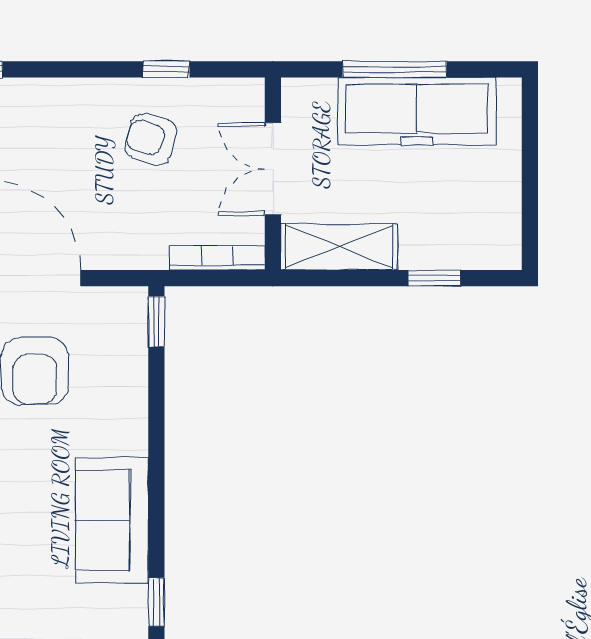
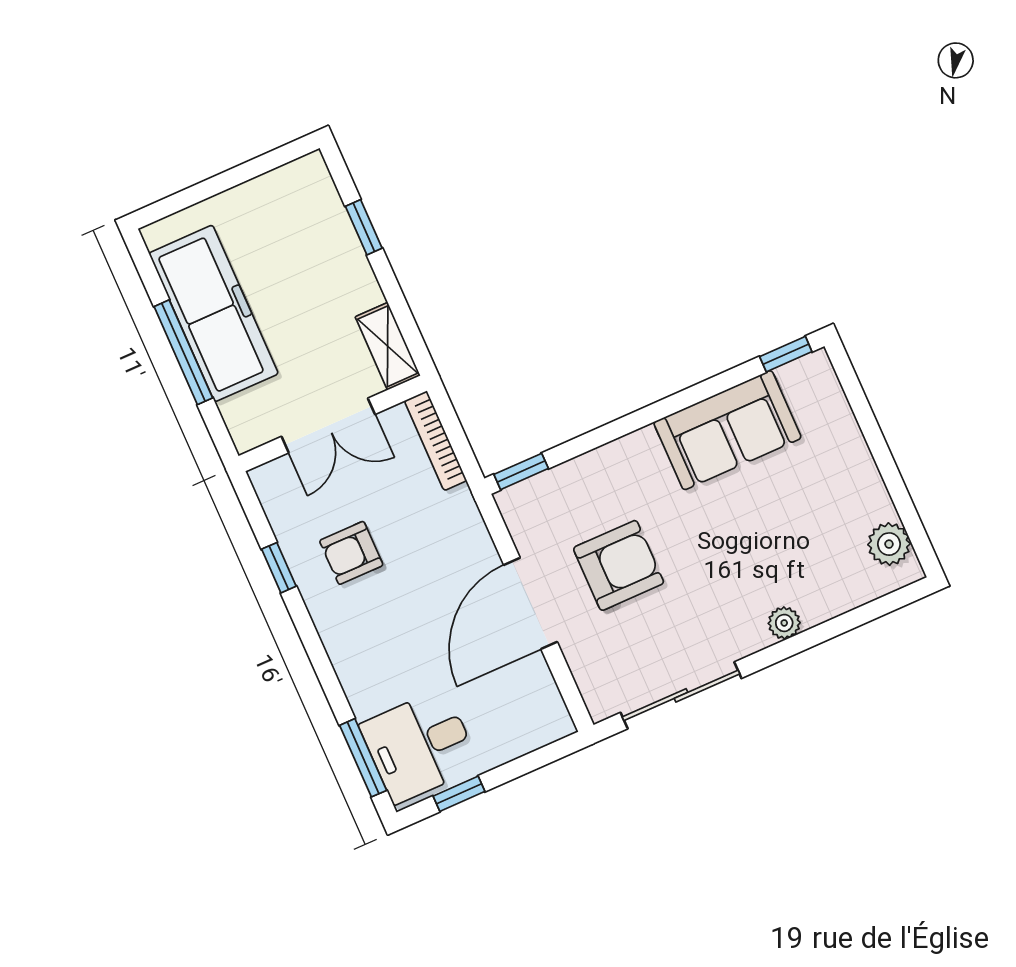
armchair: (151, 139) -> (351, 553), turned 73
shelving: (339, 247) -> (388, 346), width x0.67, depth x0.75

